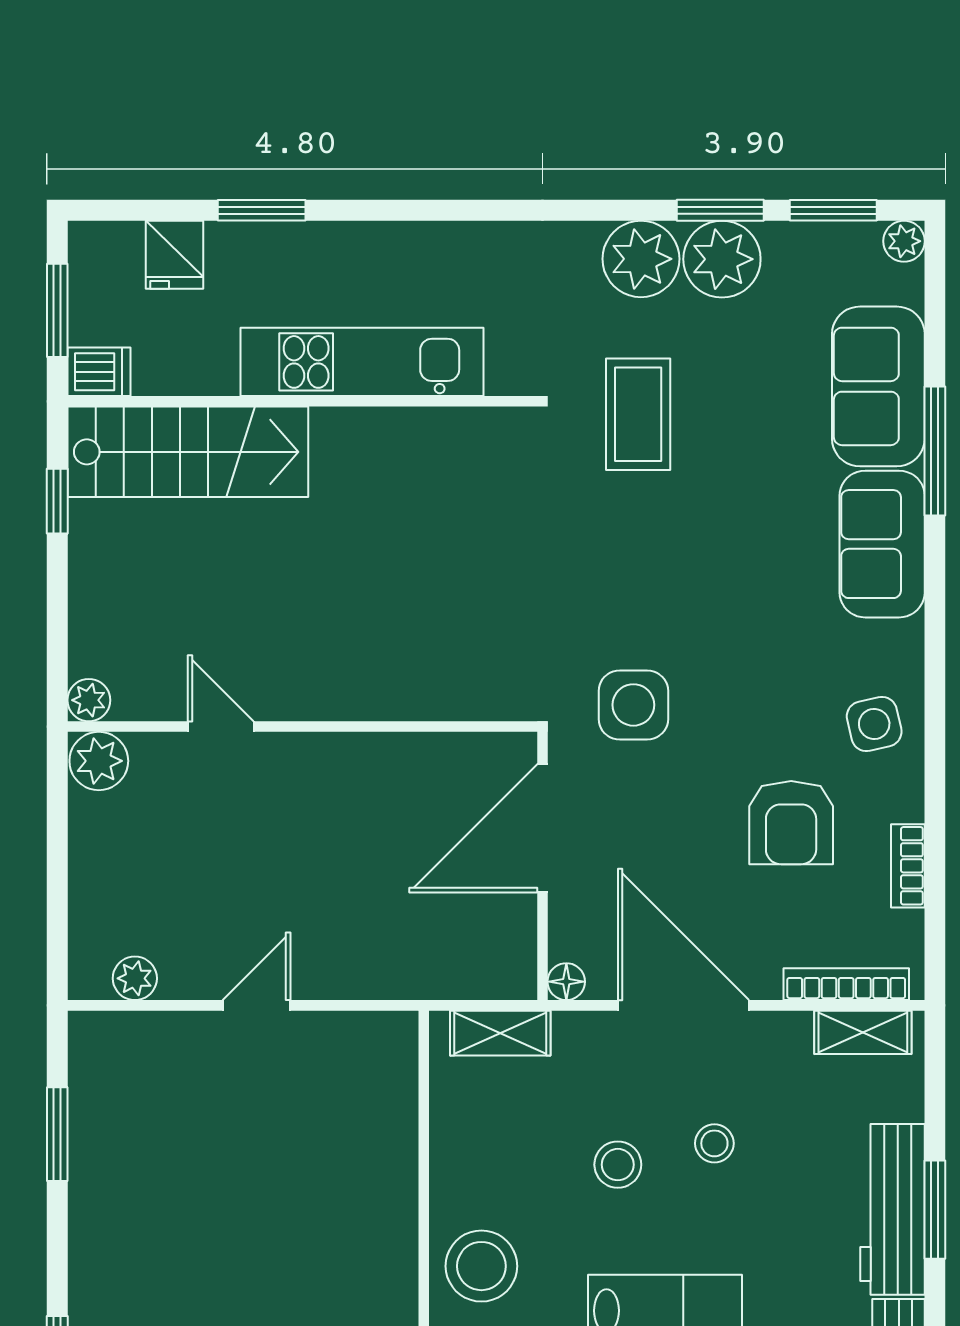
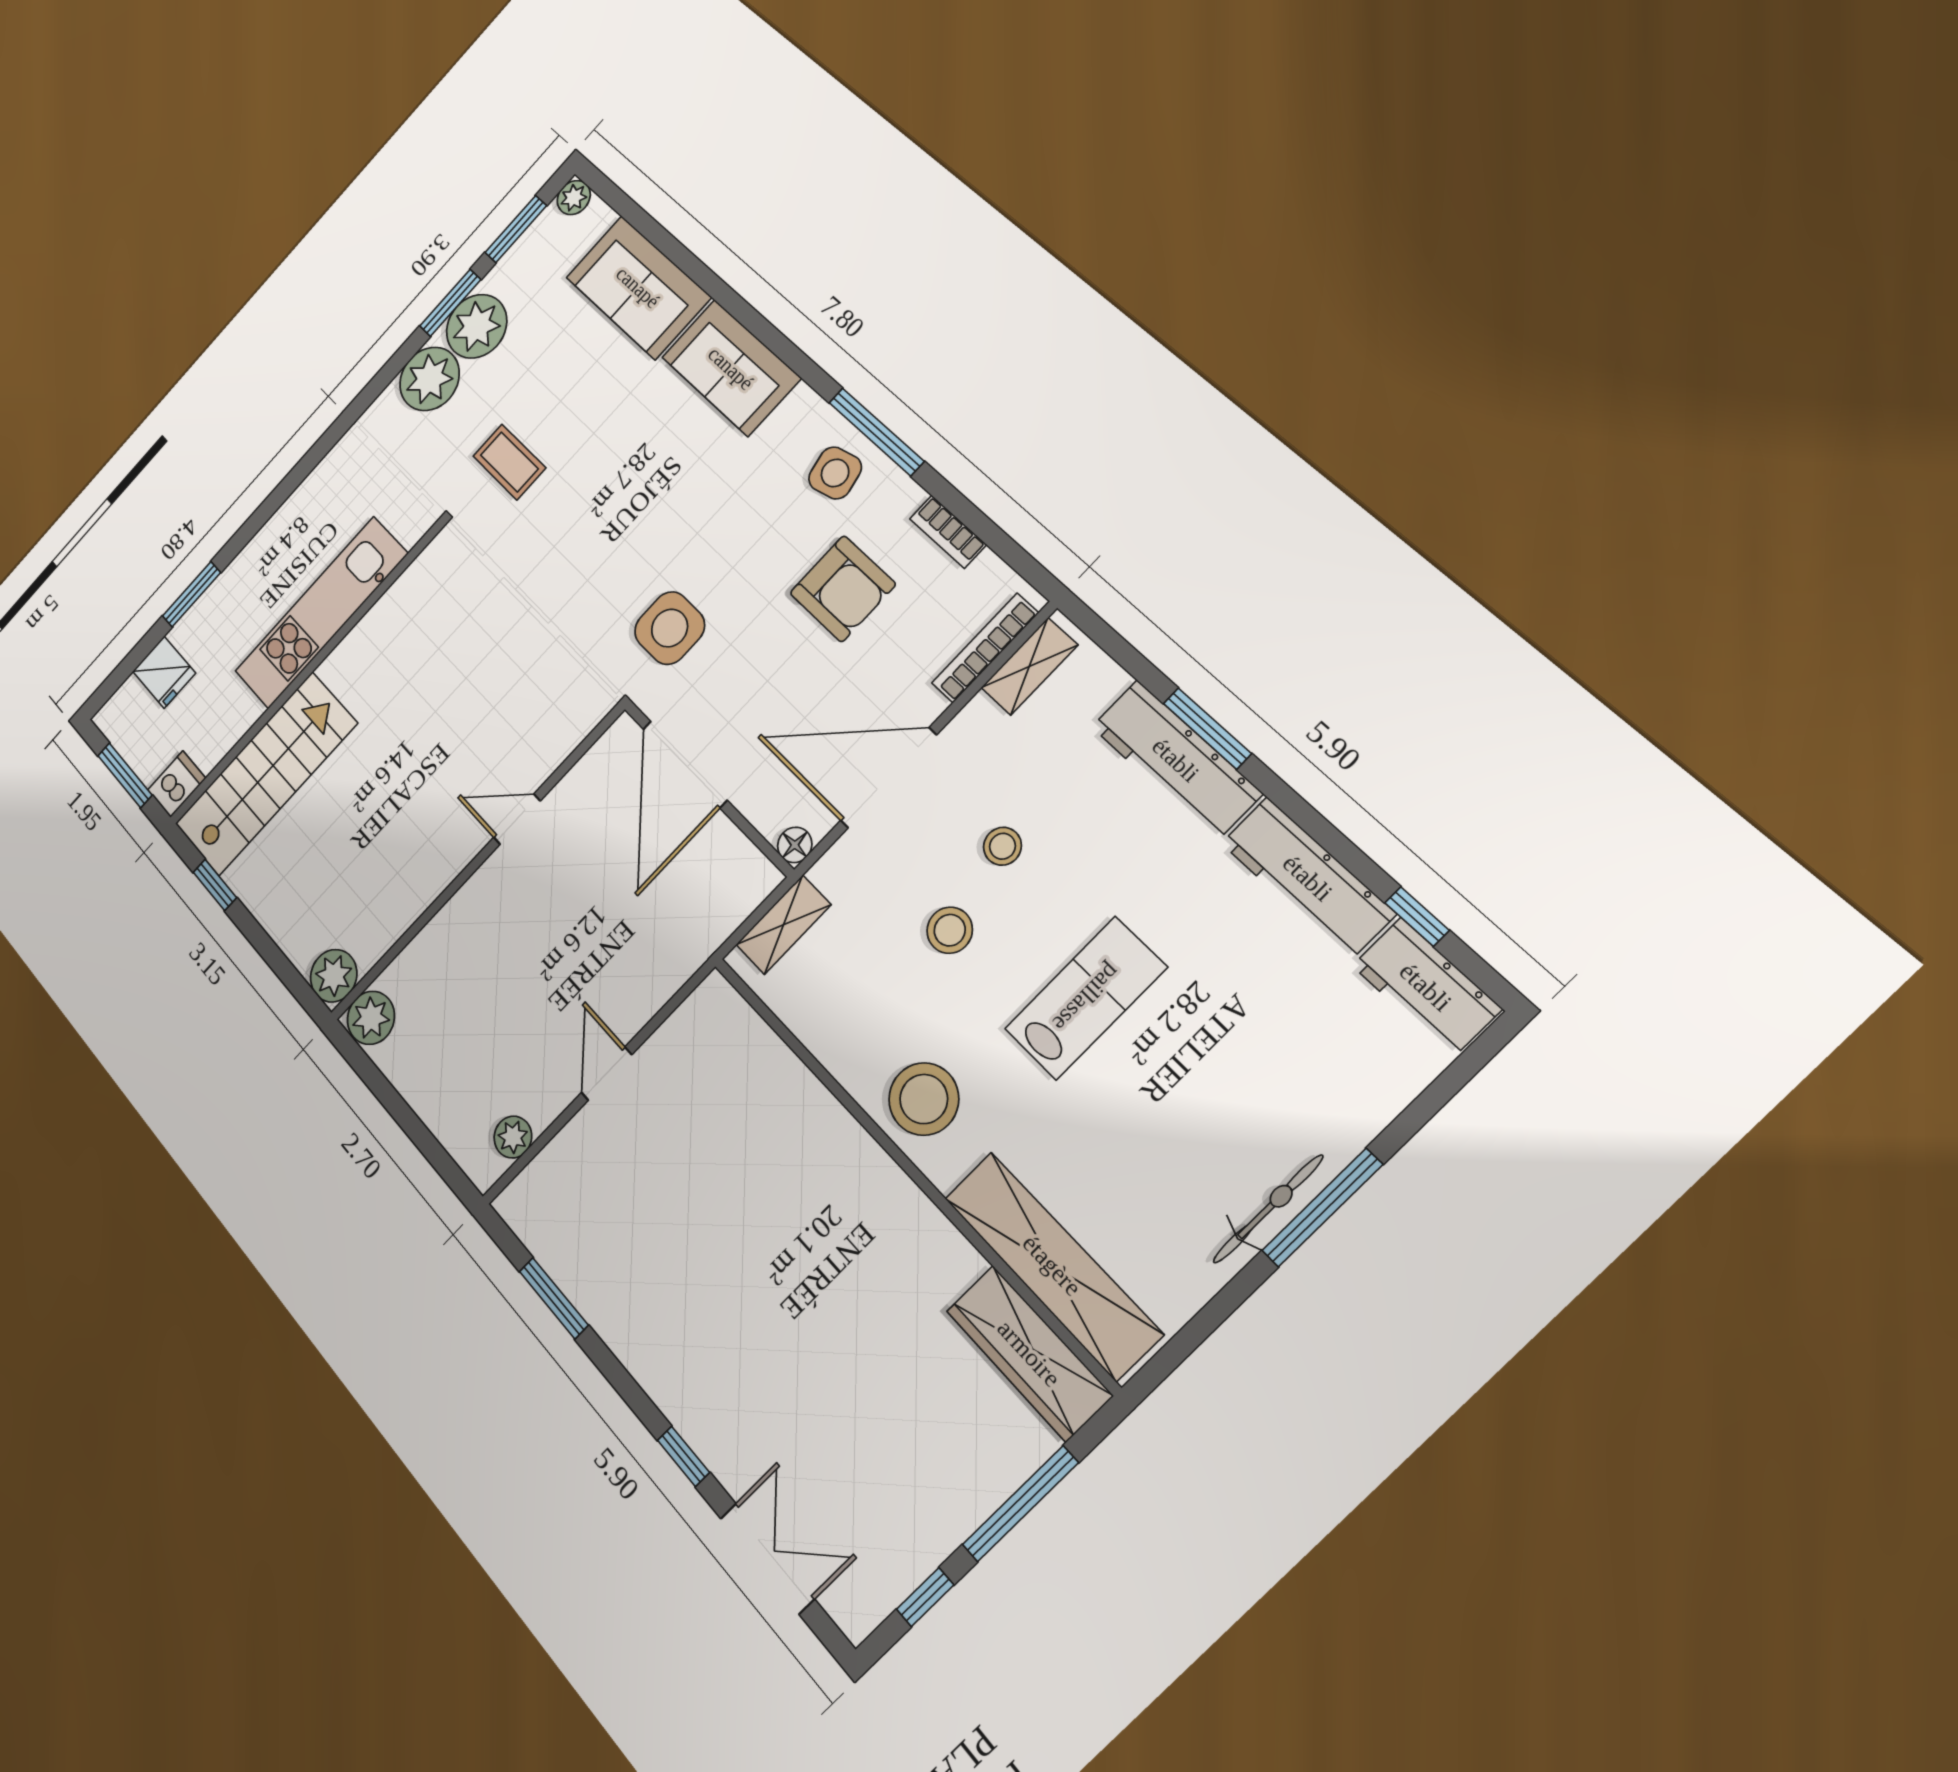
coffee table: (638, 414) -> (509, 462), width x0.73, depth x0.77
window: (935, 451) -> (876, 432), moved
plant: (89, 700) -> (334, 976), width x1.38, depth x1.38
door: (221, 727) -> (517, 819), moved

